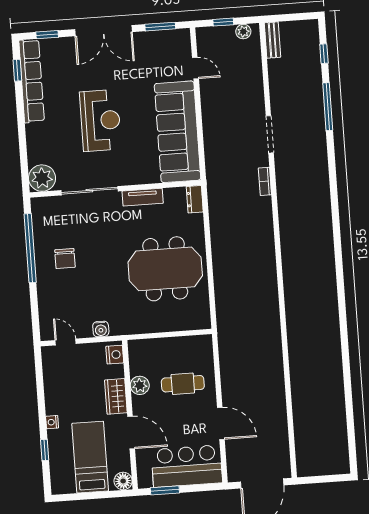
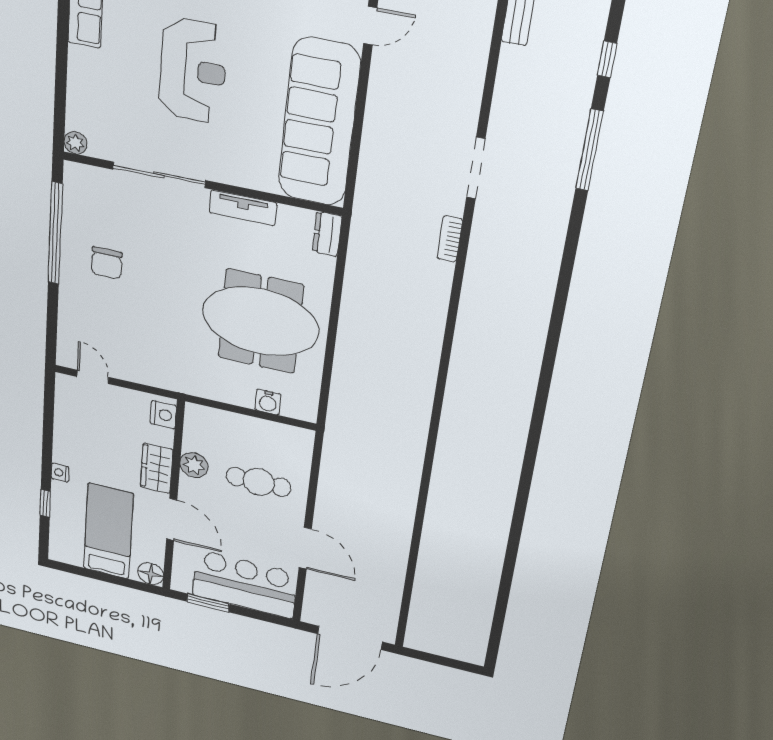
door: (195, 68) -> (370, 26), hinge flipped
plant: (42, 178) -> (75, 143), width x0.53, depth x0.53
water cooler: (101, 329) -> (268, 402), moved

